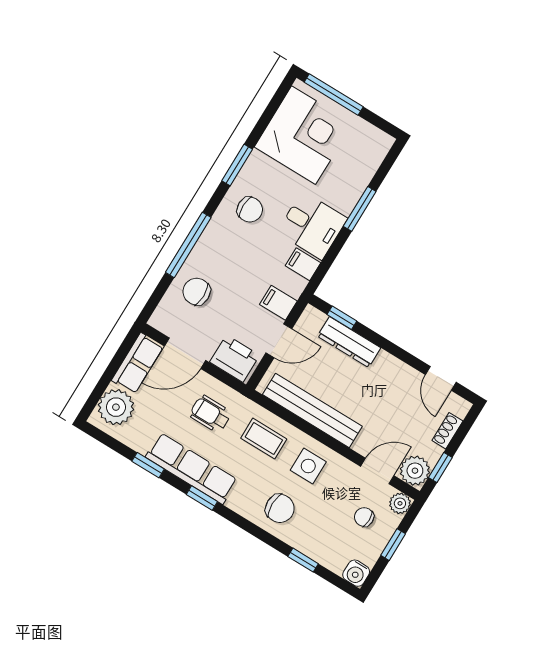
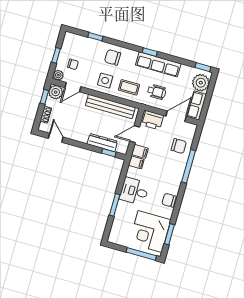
window: (237, 165) -> (169, 234), moved
chair: (250, 210) -> (169, 200), moved
filing cabinet: (303, 264) -> (136, 162), moved
window: (148, 465) -> (203, 67), moved
water cooler: (356, 573) -> (69, 38), removed

